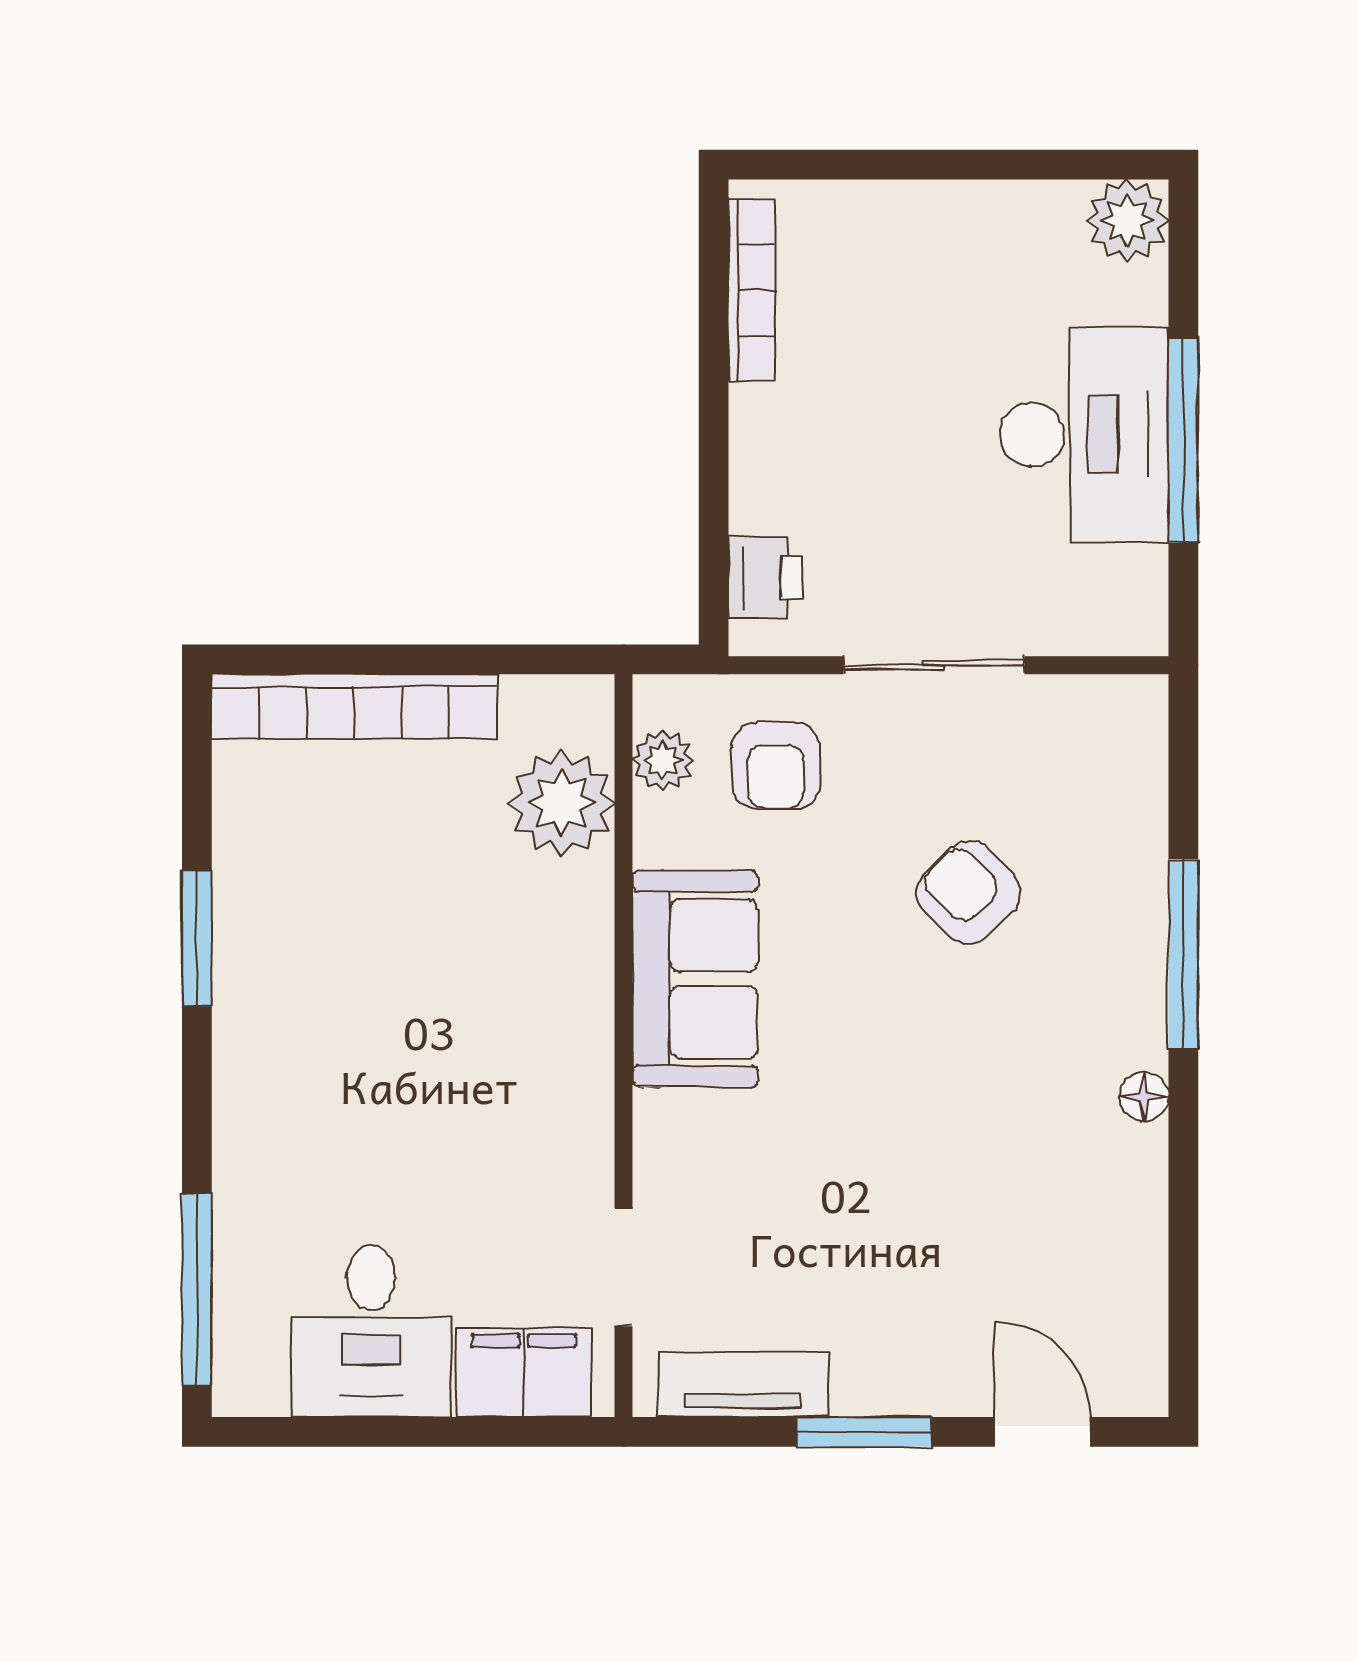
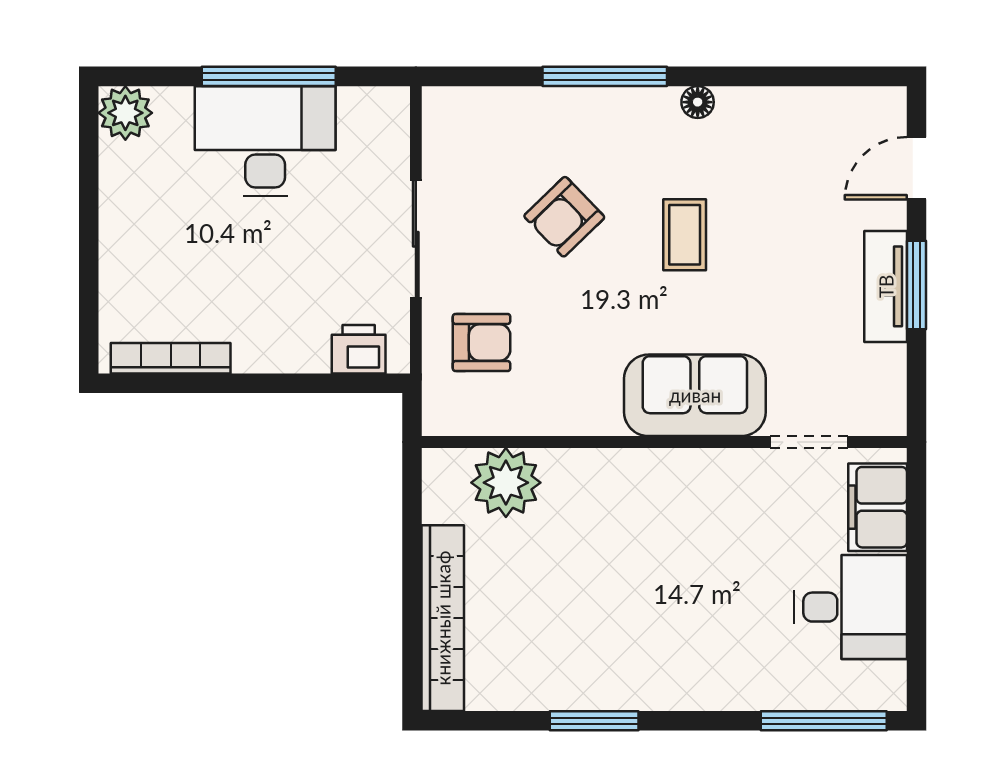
plant: (663, 760) -> (478, 416), removed
sofa: (695, 979) -> (695, 395), moved
coffee table: (941, 1077) -> (685, 235), added
tv unit: (743, 1385) -> (886, 286), moved

